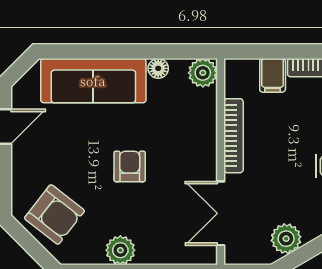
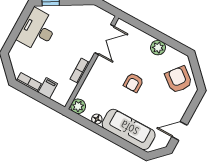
bookcase: (234, 136) -> (80, 71), width x0.64
plant: (286, 239) -> (82, 12), removed

